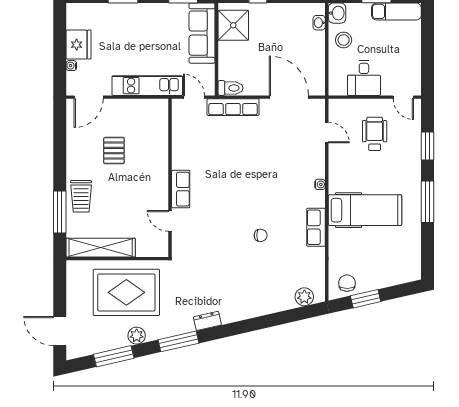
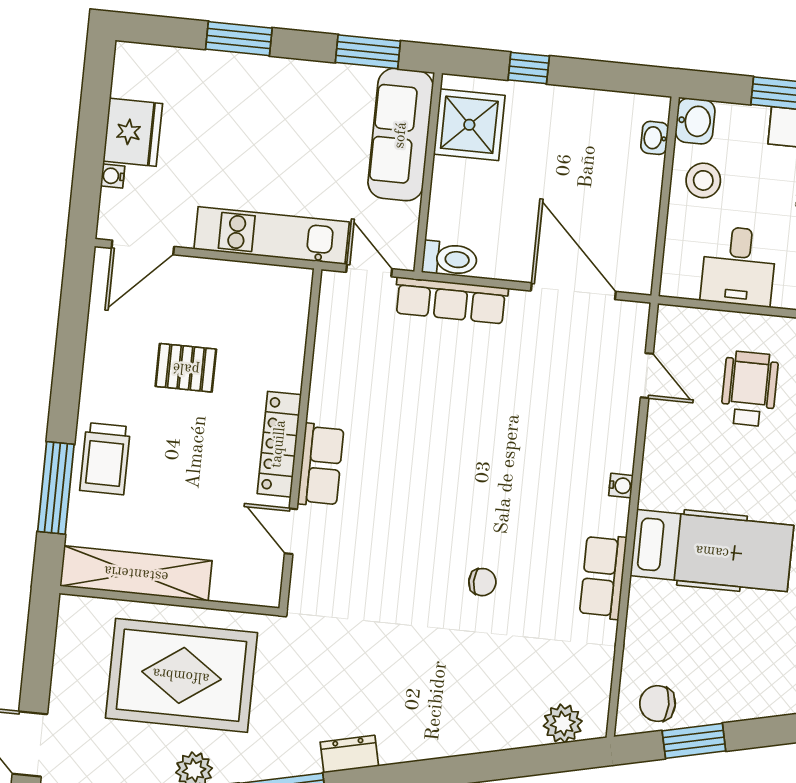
pallet: (114, 151) -> (186, 368), turned 90
locker: (161, 181) -> (279, 444), added
chair: (347, 283) -> (658, 704), turned -90

